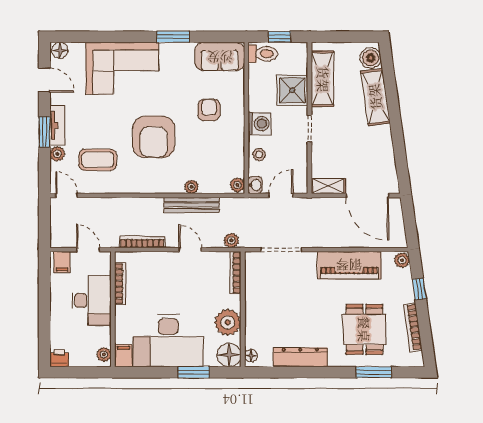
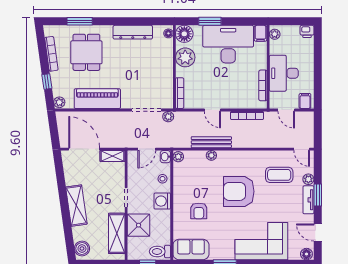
shelving: (375, 97) -> (76, 206), moved
armchair: (154, 137) -> (239, 191), turned -90
plant: (231, 240) -> (168, 117), moved

